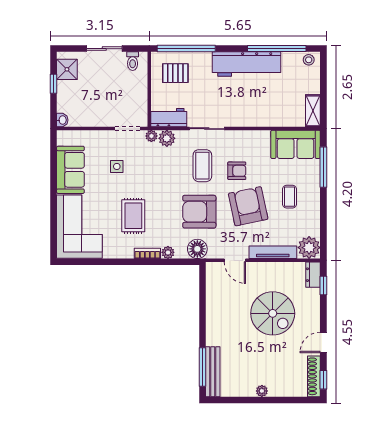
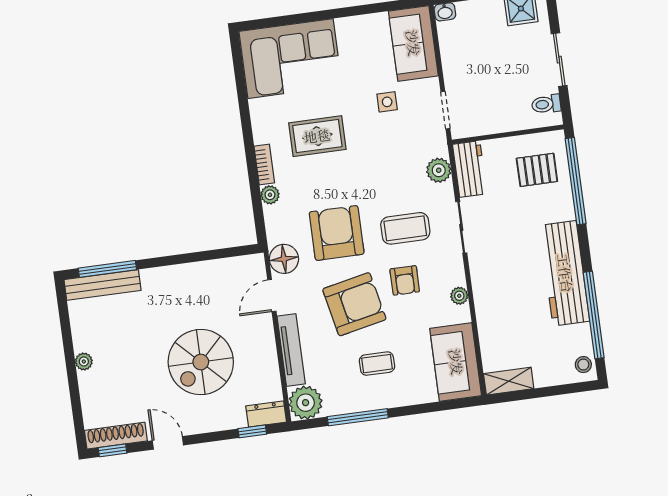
pallet: (175, 73) -> (537, 170), turned 90
plant: (151, 136) -> (459, 296), moved
window: (323, 167) -> (358, 417), moved
sofa: (70, 170) -> (413, 43), moved, turned 90
floor lamp: (197, 249) -> (284, 259), moved

